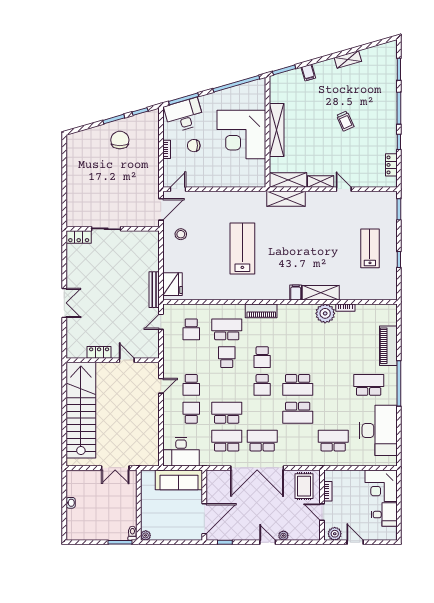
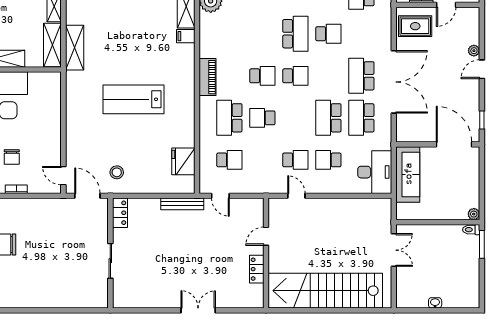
locker: (79, 237) -> (120, 213), moved
fridge: (173, 284) -> (183, 161), moved, turned -90
school desk: (298, 413) -> (328, 34), width x0.54

